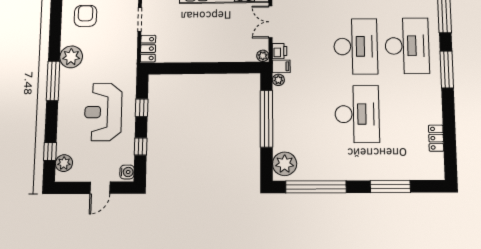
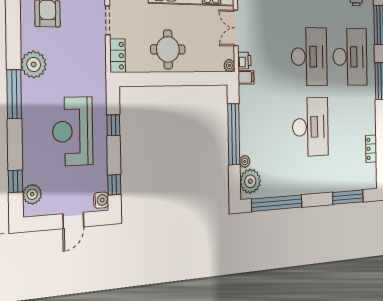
round table: (198, 42) -> (168, 49), added
plant: (278, 80) -> (245, 161), moved
window: (141, 146) -> (114, 185), moved
window: (390, 186) -> (348, 197), moved

